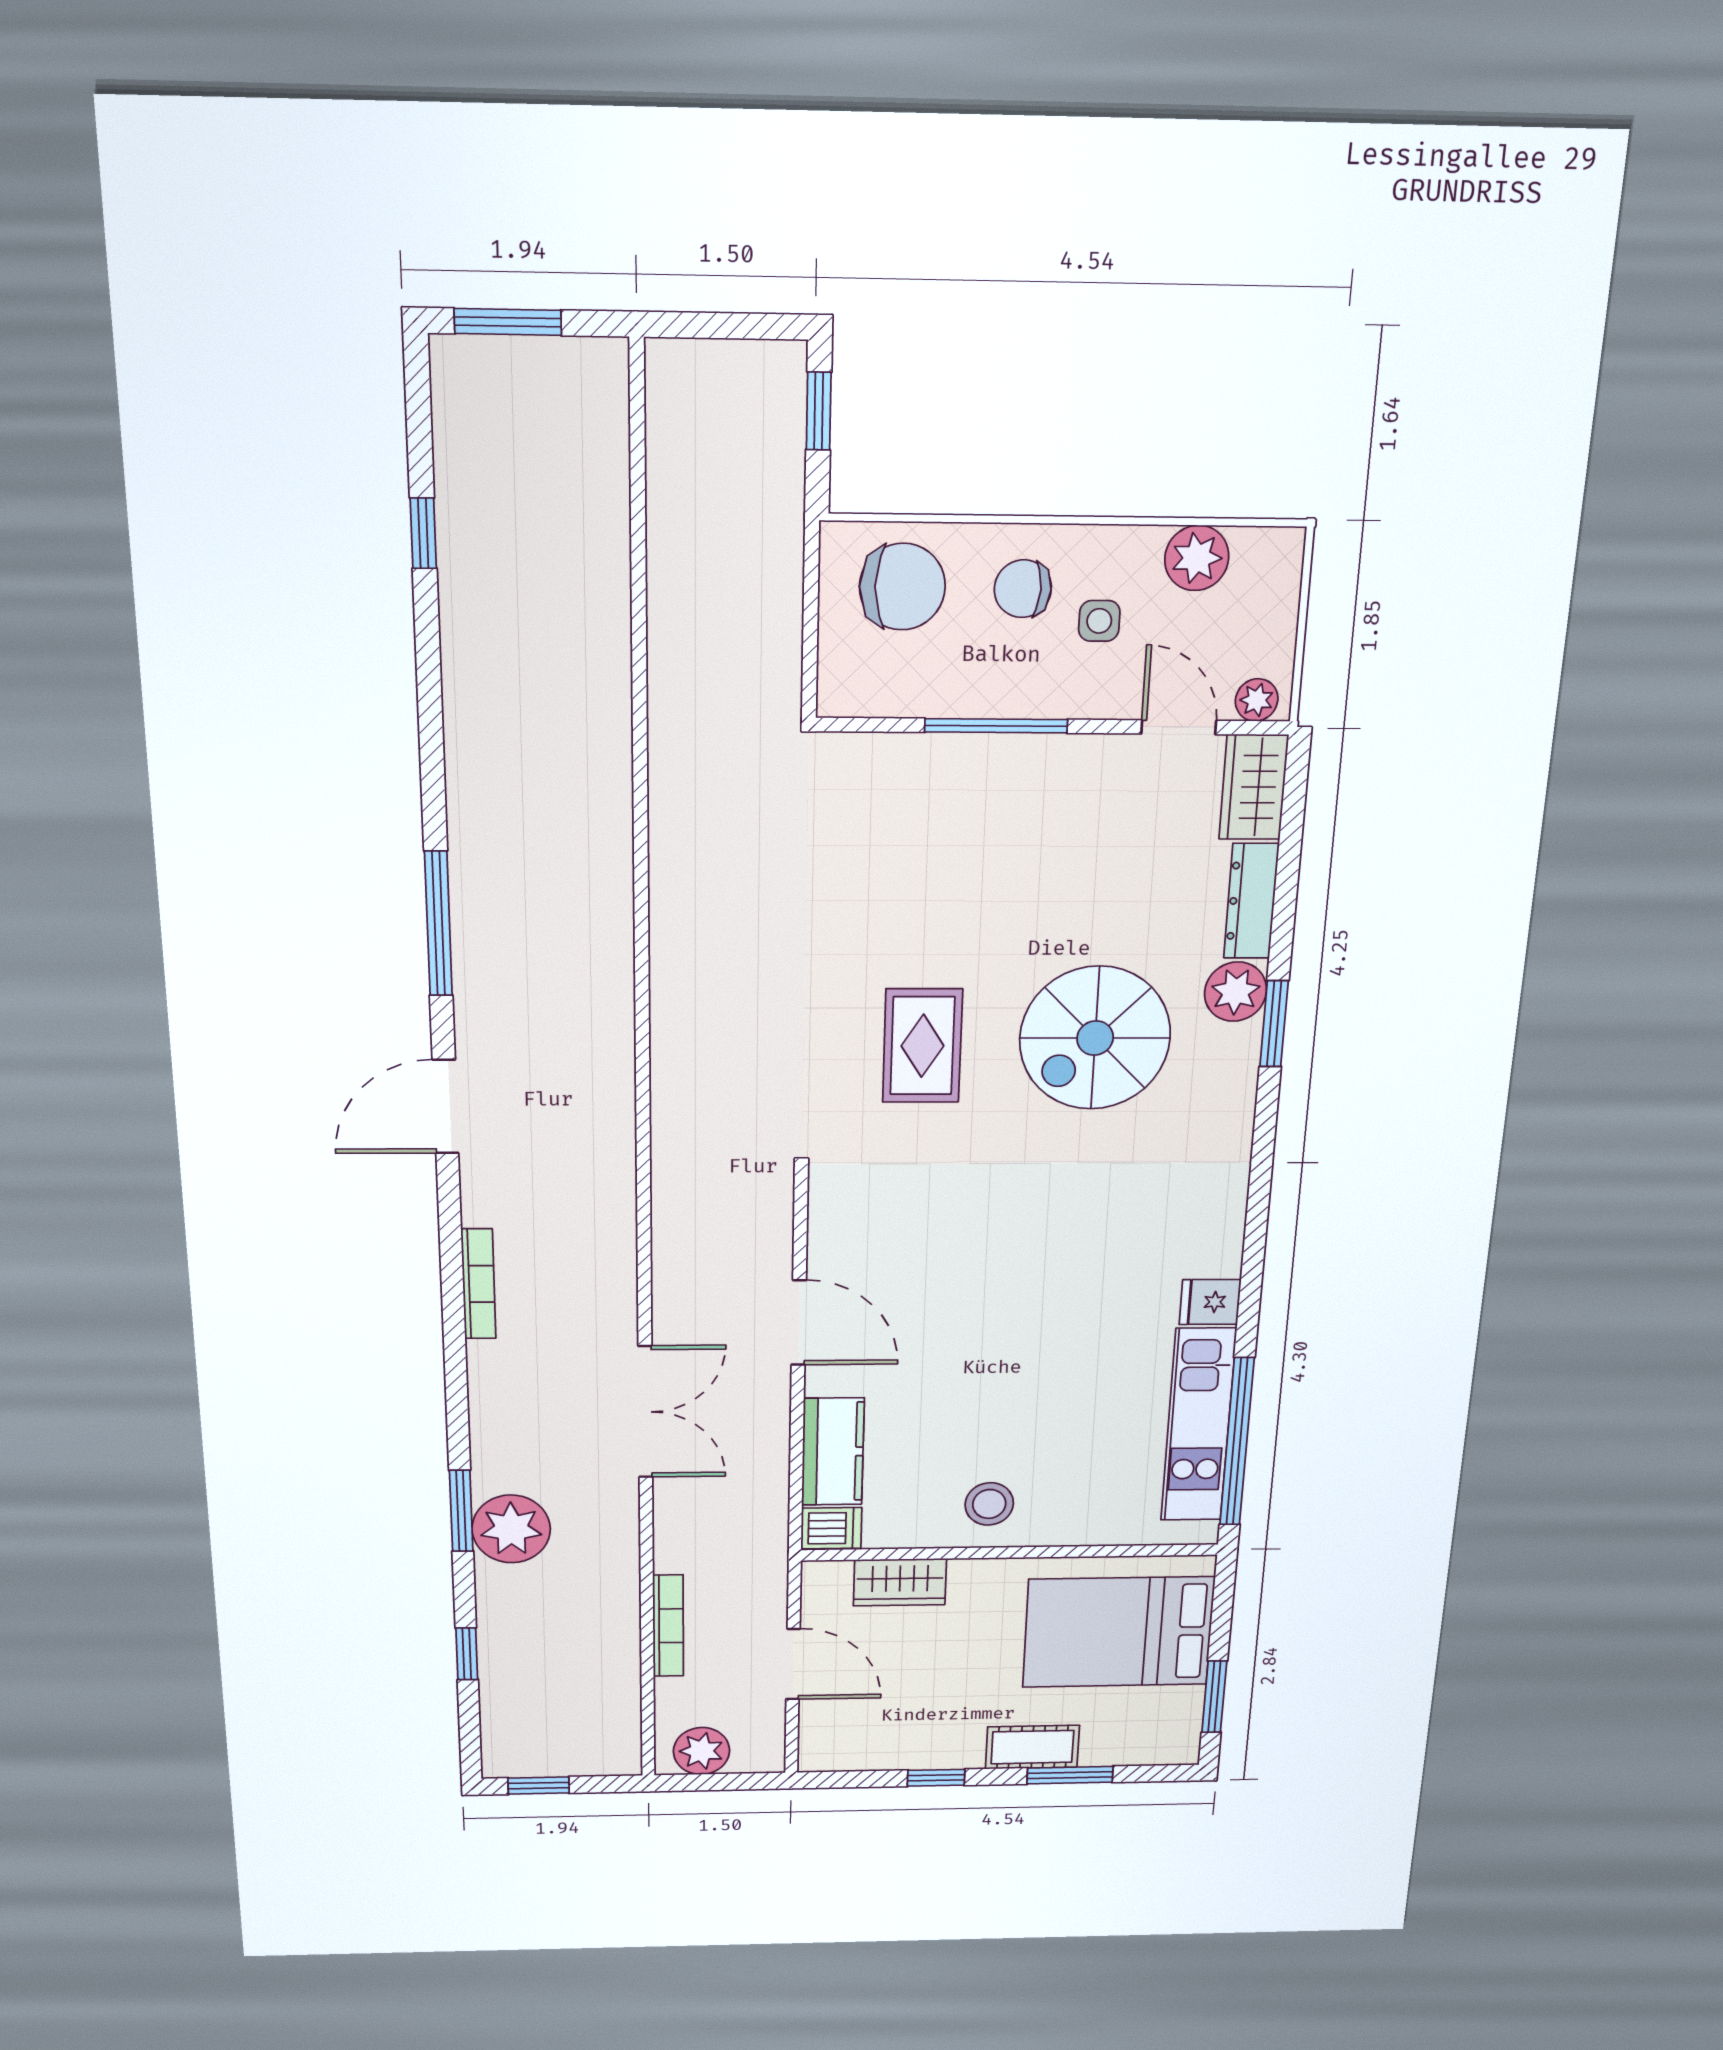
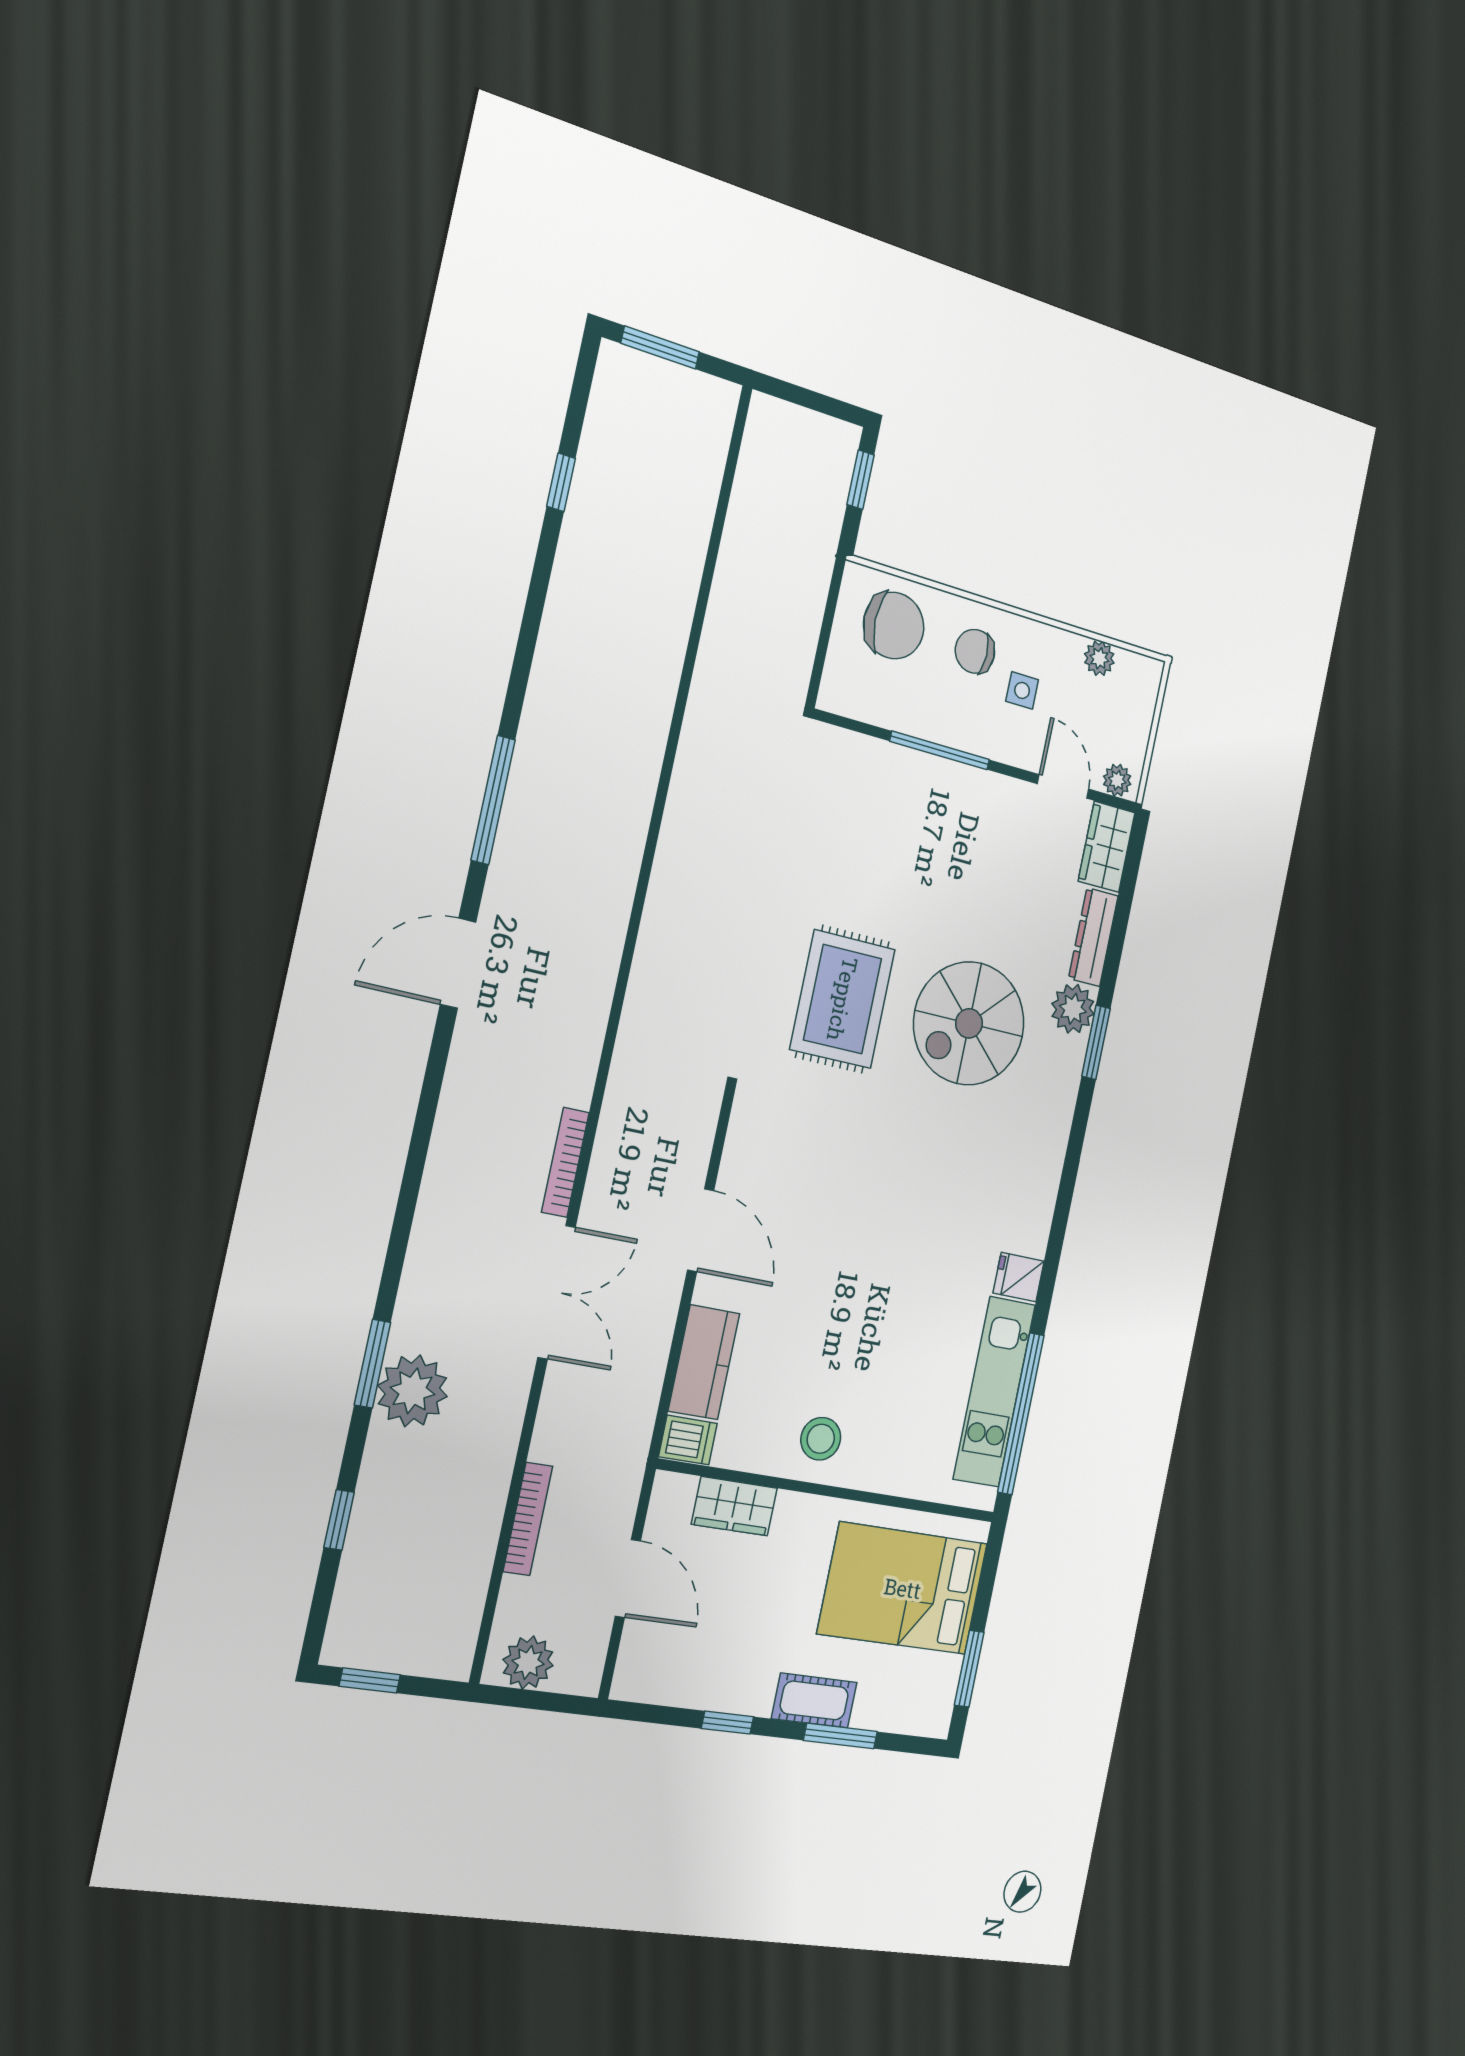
plant: (1197, 558) -> (1099, 658), width x0.73, depth x0.73
rug: (922, 1046) -> (843, 999), width x1.36, depth x1.43
bookcase: (478, 1284) -> (565, 1162), moved, turned 180

